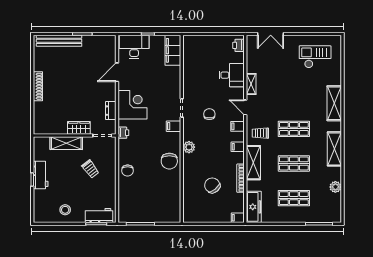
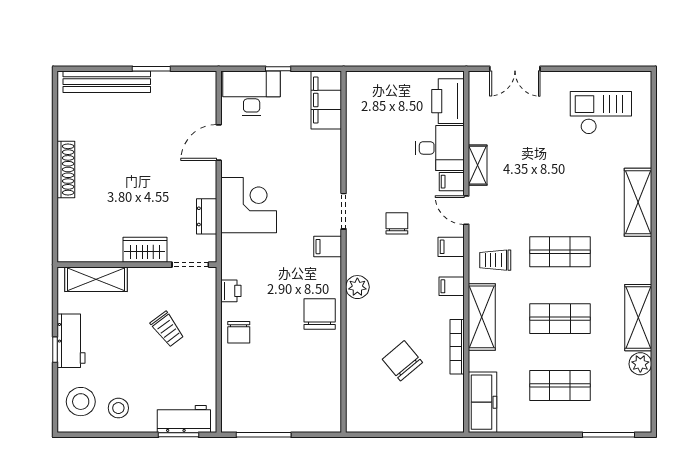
printer: (239, 45) -> (448, 101), width x1.87, depth x1.48
printer: (123, 133) -> (231, 291), moved
shelving: (66, 143) -> (96, 279), moved
shelving: (334, 149) -> (638, 318), moved
chair: (169, 161) -> (320, 314), turned 180
stool: (46, 206) -> (81, 402), added
filing cabinet: (238, 218) -> (452, 182), moved

